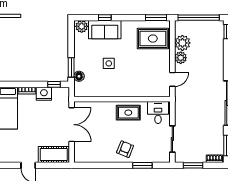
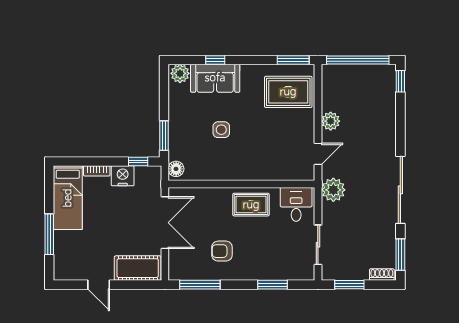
plant: (182, 43) -> (333, 190), moved
floor lamp: (79, 76) -> (176, 169), moved
armchair: (125, 149) -> (222, 251), moved, turned -112
window: (95, 165) -> (200, 285), added

